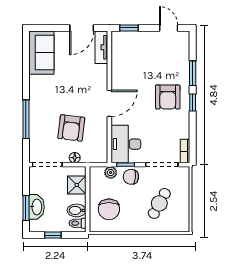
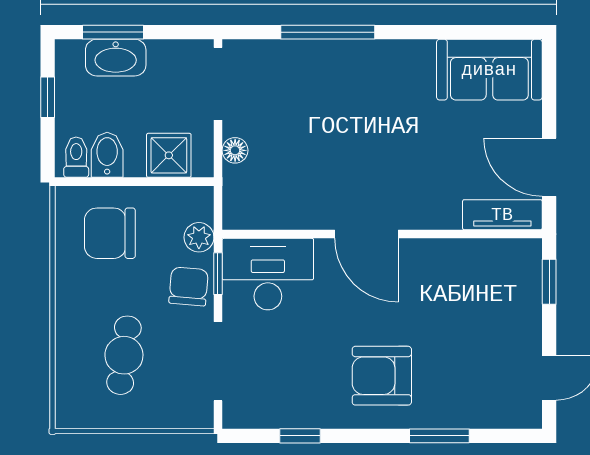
window: (193, 103) -> (300, 436), moved
armchair: (71, 128) -> (307, 142), removed
bookcase: (185, 151) -> (251, 417), removed
cafe table: (159, 203) -> (124, 355), turned 69

